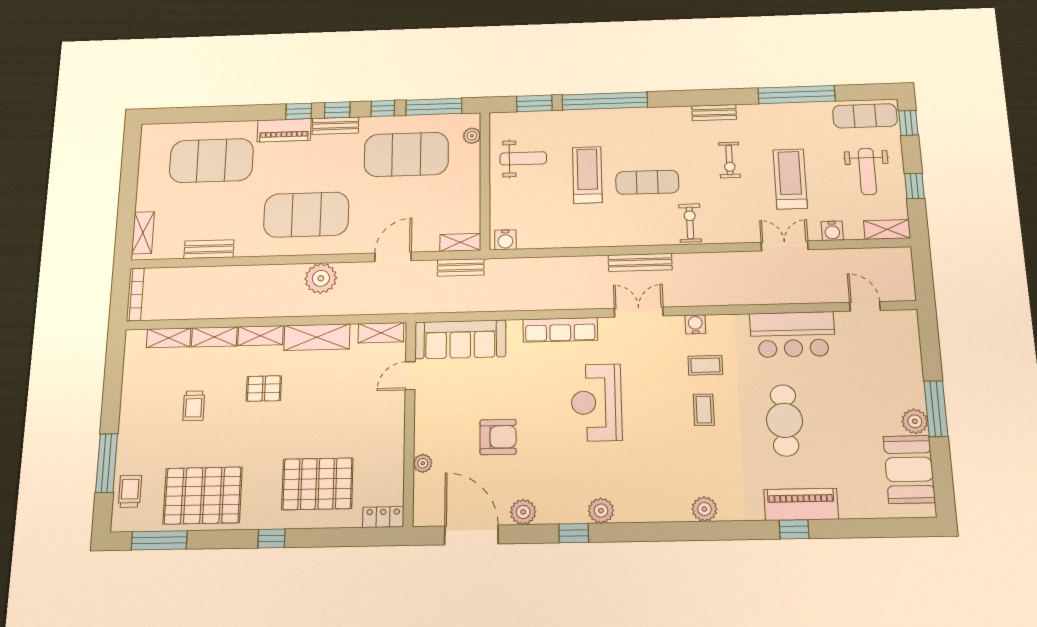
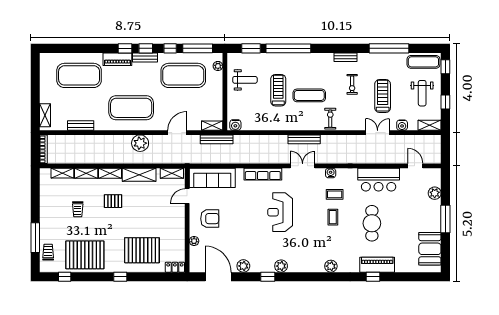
bench: (461, 267) -> (217, 139), width x1.36
plant: (915, 421) -> (435, 193), moved
armchair: (498, 437) -> (210, 219), moved
window: (159, 540) -> (65, 277), width x0.46

